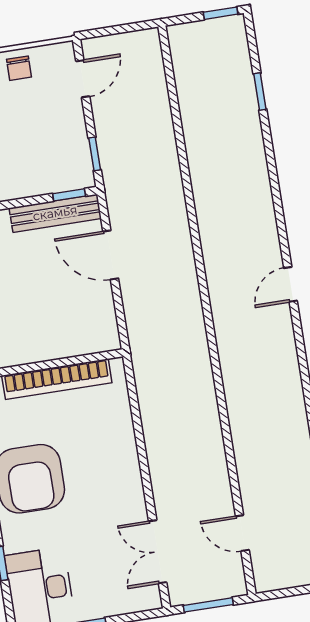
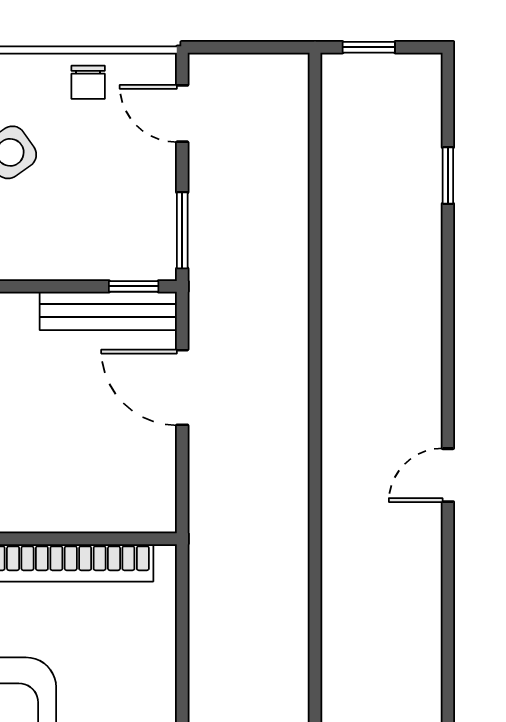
window: (221, 13) -> (369, 47), moved
door: (83, 79) -> (182, 114), swing flipped
window: (95, 154) -> (182, 230), width x1.50

